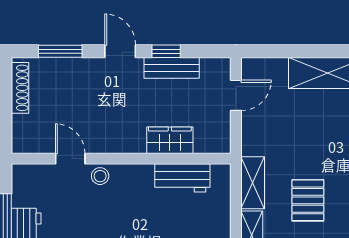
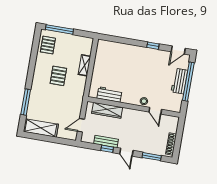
wardrobe: (170, 140) -> (107, 110), width x1.50
shelving: (253, 183) -> (80, 87), removed

